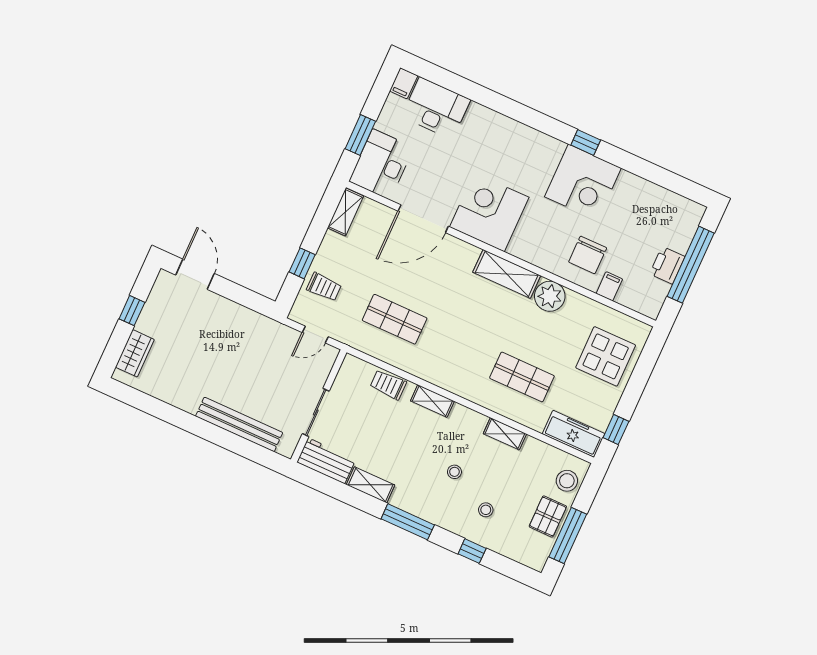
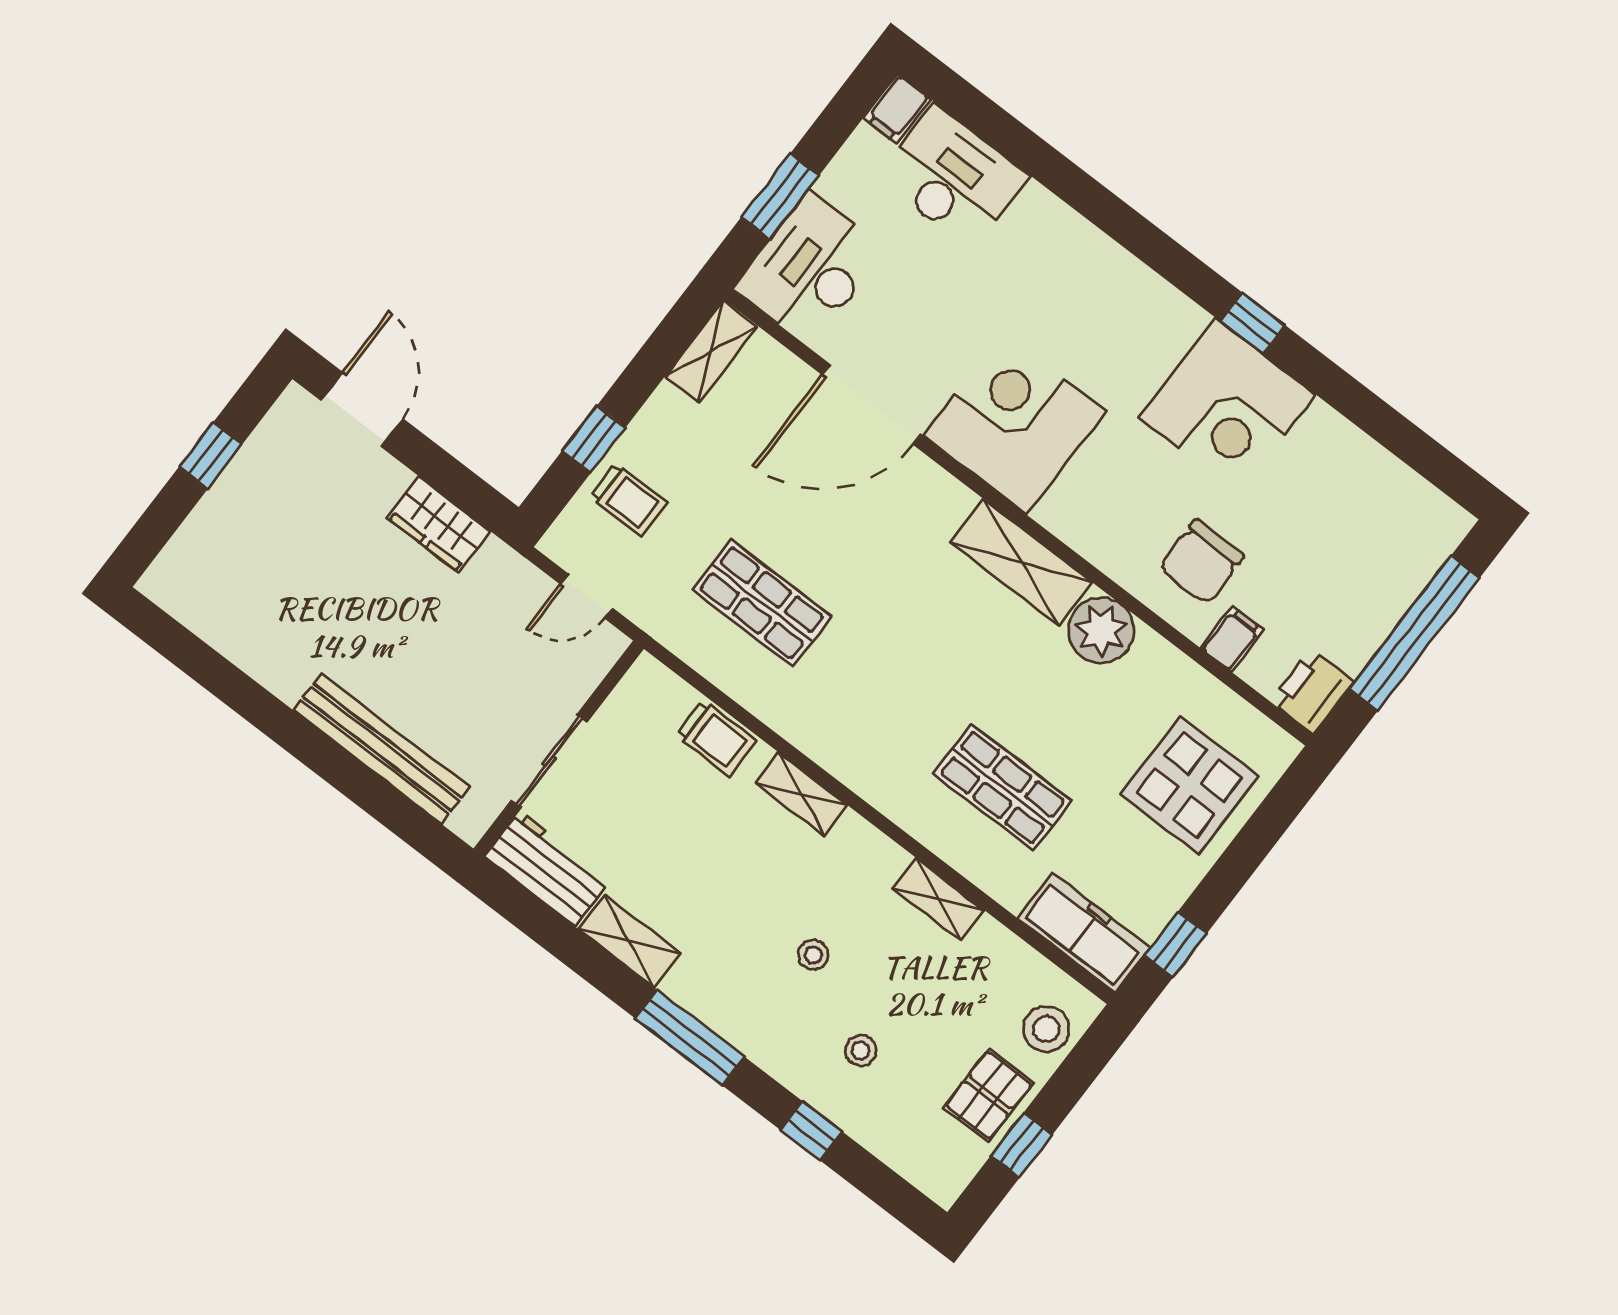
printer: (667, 265) -> (1312, 691), moved
wardrobe: (135, 353) -> (439, 524), moved, turned 90
trolley: (388, 385) -> (716, 738), turned 180
window: (568, 536) -> (1021, 1145), width x0.46

